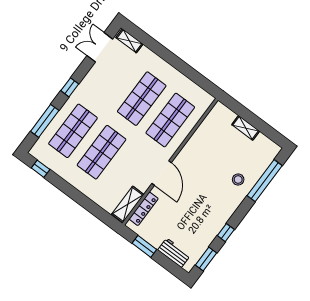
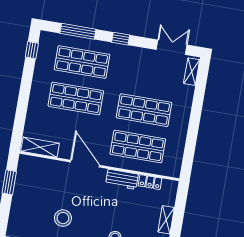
door: (162, 173) -> (85, 164), swing flipped
locker: (144, 209) -> (150, 182), moved, width x0.66
stool: (199, 216) -> (63, 218), added
workbench: (174, 253) -> (122, 179), moved, turned 90

